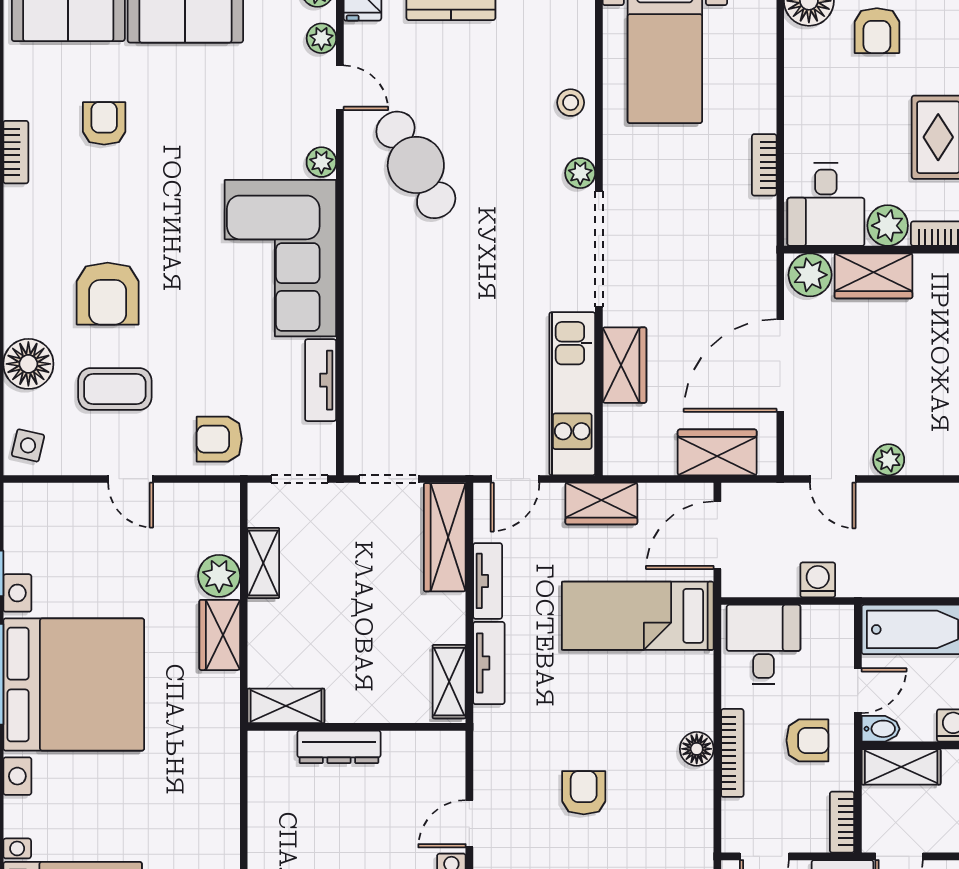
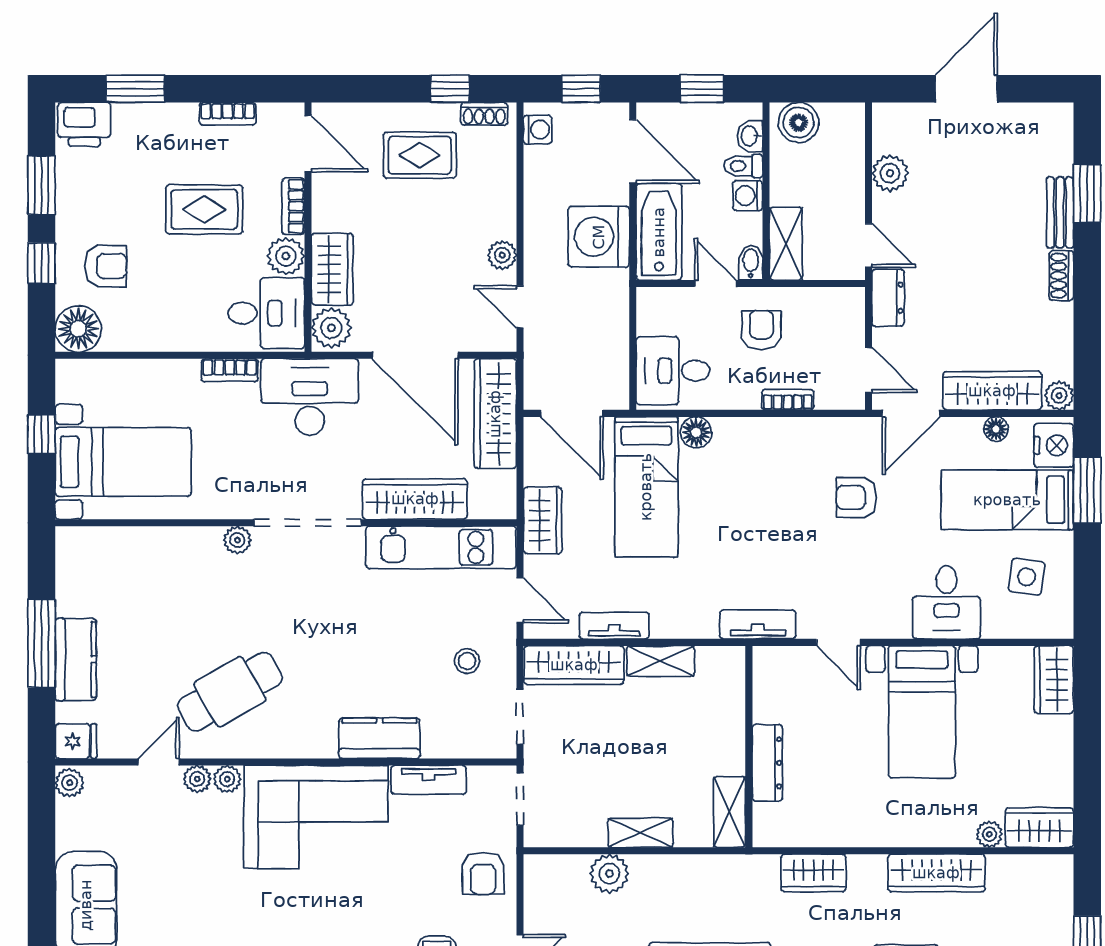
plant: (321, 38) -> (197, 779), moved
stool: (571, 103) -> (467, 661), moved
desk: (735, 251) -> (310, 397), added
kitchen counter: (366, 327) -> (379, 738), added
wardrobe: (625, 365) -> (415, 499), width x1.50
wardrobe: (717, 452) -> (495, 414), width x1.50
door: (833, 479) -> (520, 307), swing flipped
shelving: (263, 563) -> (640, 833), moved
washing machine: (818, 580) -> (599, 237), moved, width x1.89, depth x1.89
wardrobe: (220, 635) -> (813, 873), moved
tv unit: (489, 663) -> (758, 624), moved
shelving: (449, 682) -> (660, 661), moved
floor lamp: (697, 749) -> (696, 432), moved
bookcase: (732, 753) -> (788, 400), width x0.64
armchair: (584, 793) -> (856, 497), moved
bookcase: (842, 822) -> (837, 298), removed

